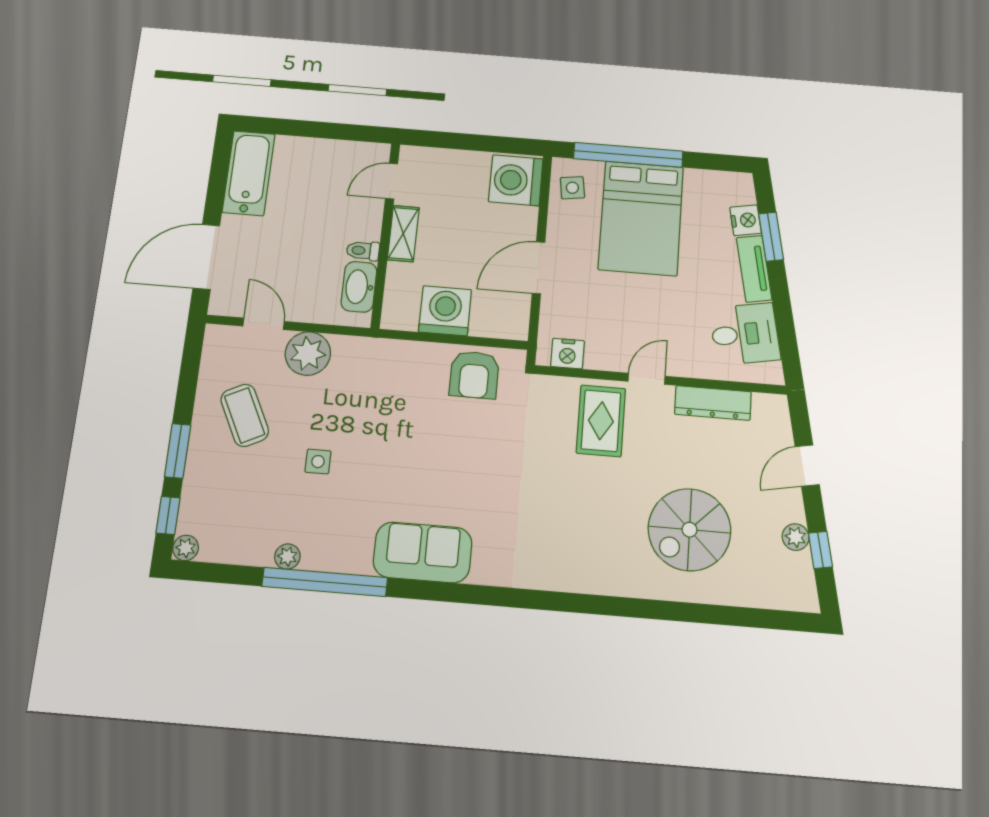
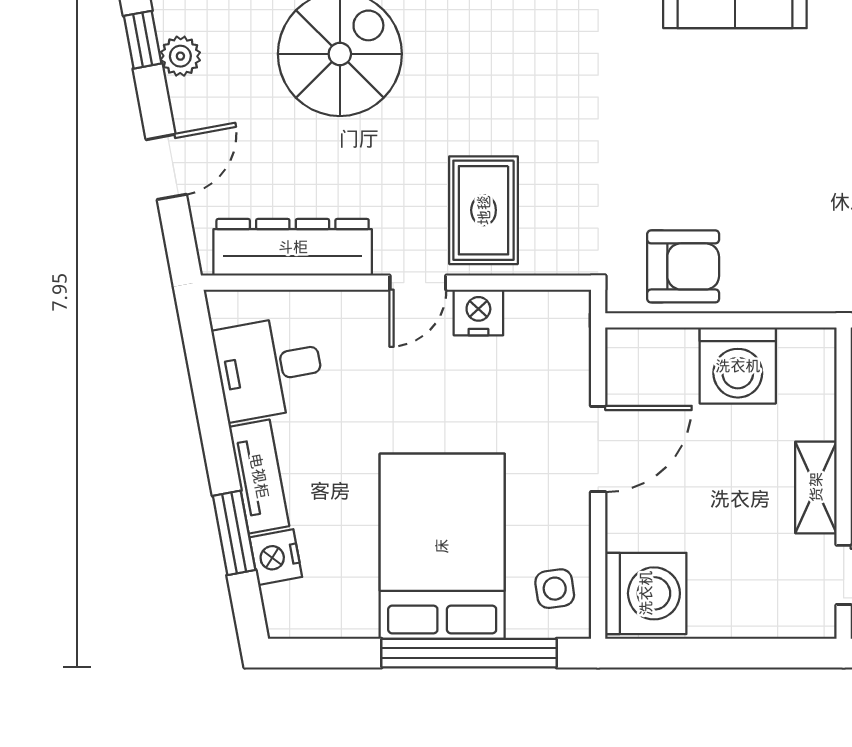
nightstand: (567, 354) -> (478, 313), moved
armchair: (474, 375) -> (683, 266), turned 90
dresser: (713, 403) -> (293, 247), width x1.37, depth x1.24

